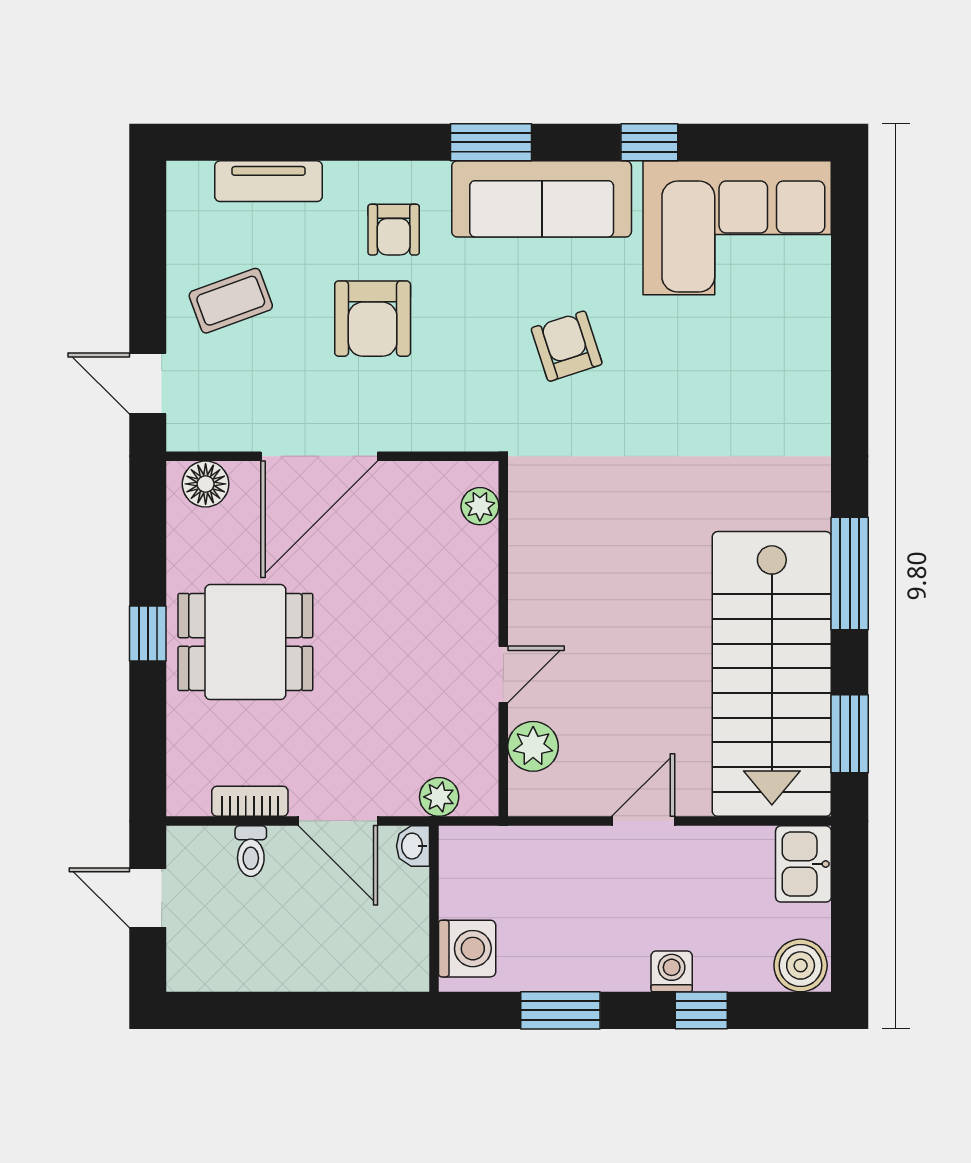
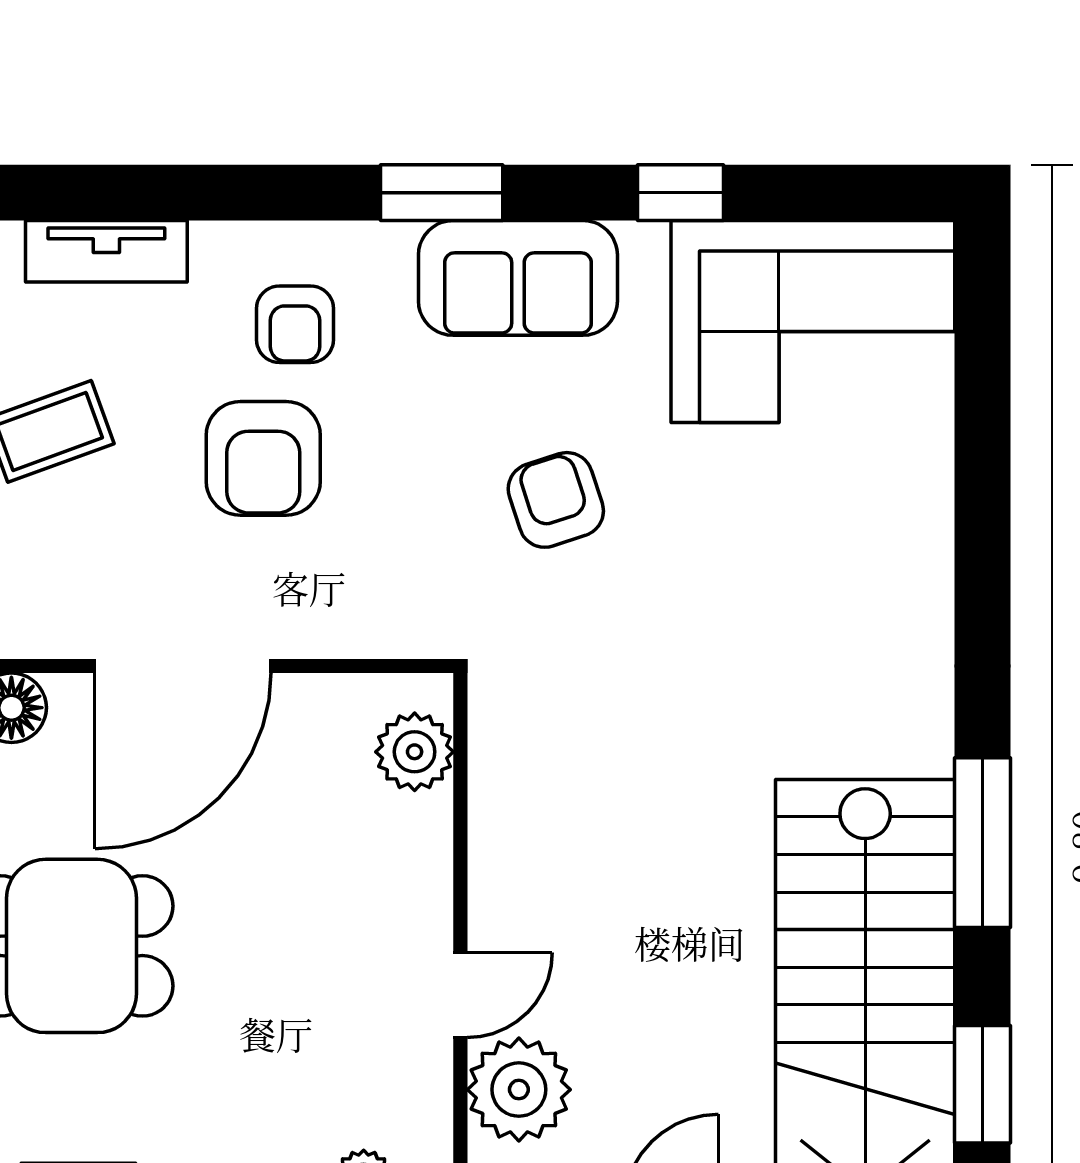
sofa: (542, 199) -> (518, 278), width x0.73
plant: (480, 506) -> (415, 752), width x1.38, depth x1.38
plant: (533, 746) -> (519, 1090), width x1.36, depth x1.36

